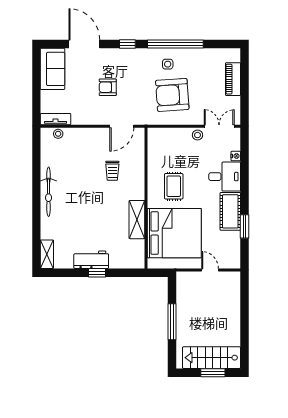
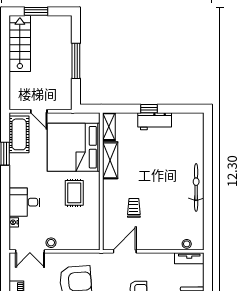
cot: (230, 211) -> (19, 134), moved
shelving: (47, 254) -> (109, 127), moved
stairs: (212, 358) -> (20, 43), moved, turned -90

